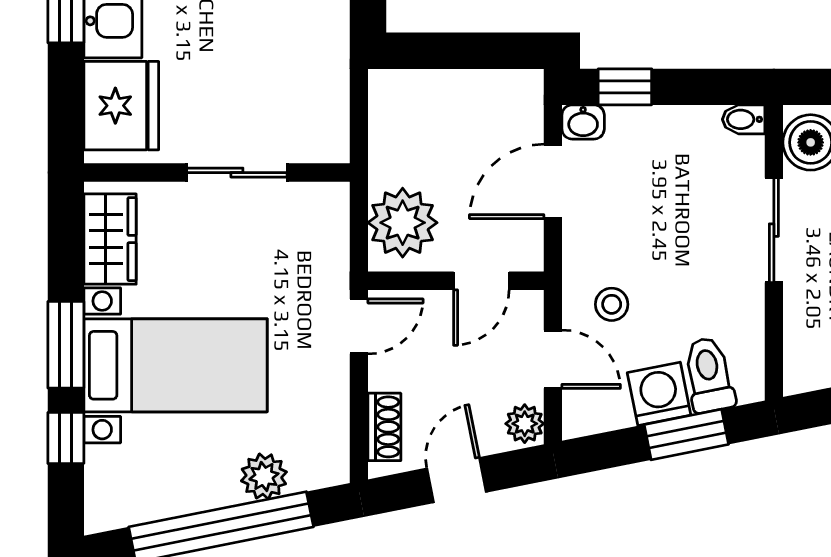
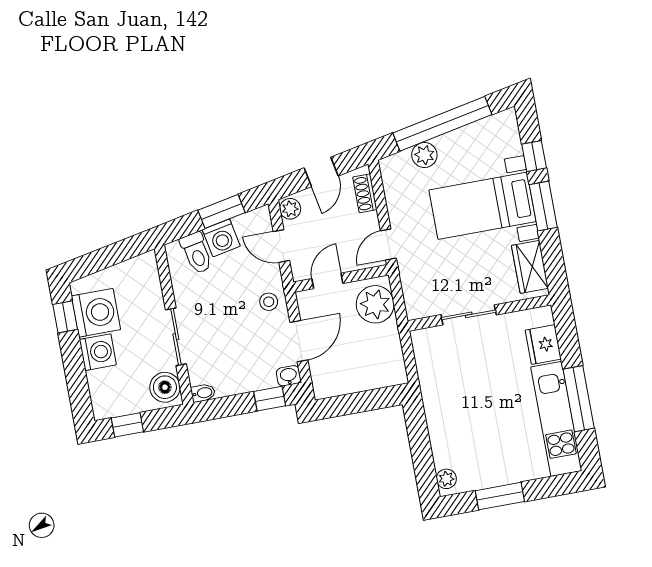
fridge: (121, 106) -> (543, 345), width x0.73, depth x0.75
stool: (612, 304) -> (269, 302), moved
window: (686, 434) -> (221, 211), moved

